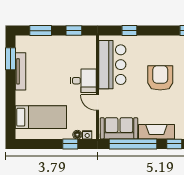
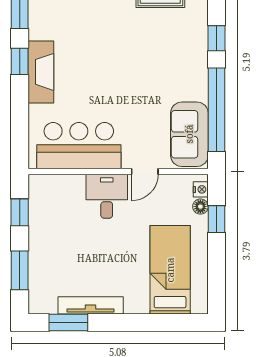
window: (129, 31) -> (20, 61), moved
armchair: (160, 78) -> (102, 63), removed
fireplace: (156, 132) -> (41, 72), moved, turned 180

